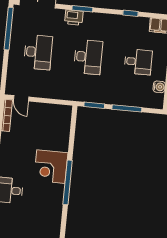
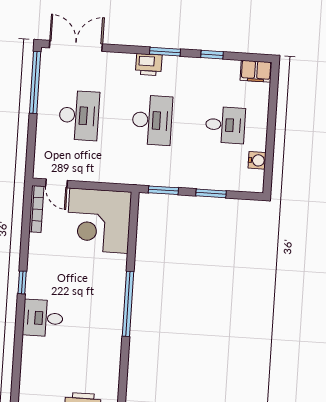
window: (82, 9) -> (165, 52), moved
printer: (74, 17) -> (149, 65), moved
window: (127, 108) -> (211, 193), width x0.69
corner desk: (51, 167) -> (99, 221), moved, width x1.36, depth x1.36

